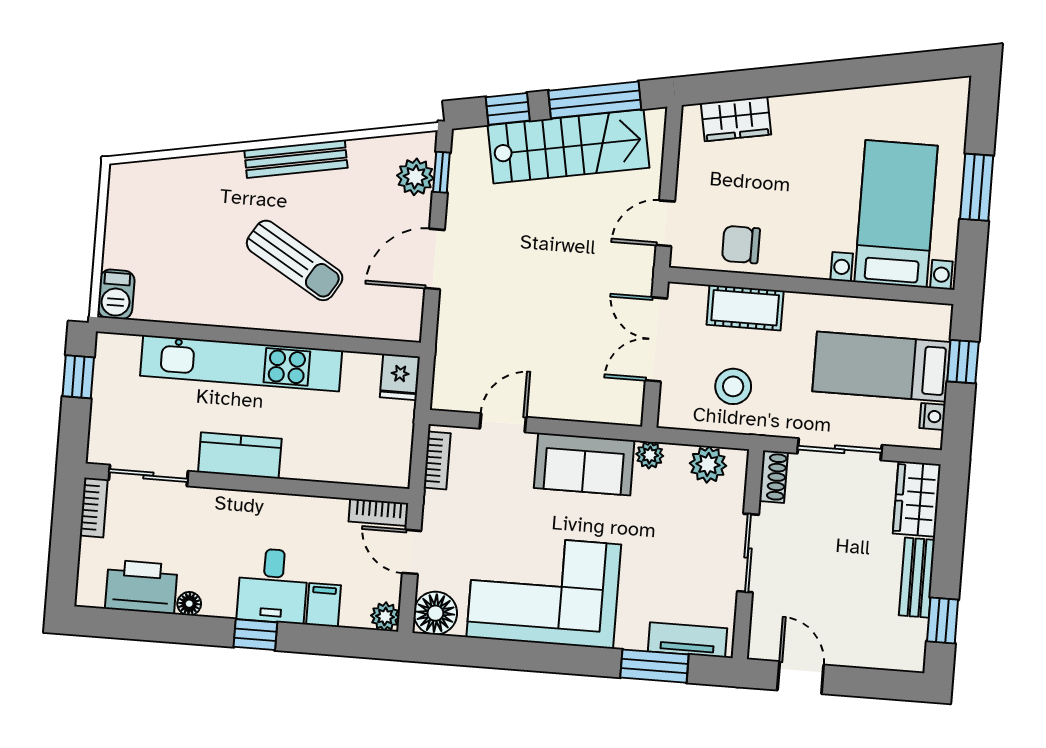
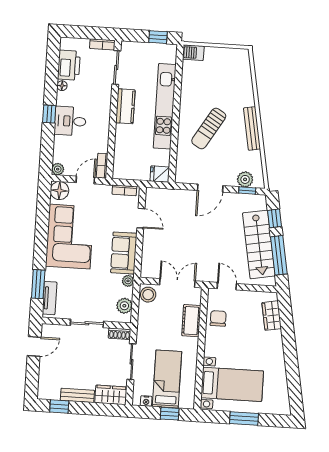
door: (435, 259) -> (210, 188), swing flipped
stool: (733, 386) -> (148, 295), moved
filing cabinet: (323, 605) -> (62, 143), removed

